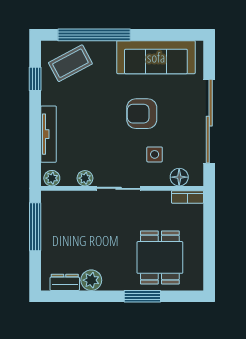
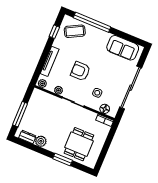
sofa: (156, 57) -> (123, 48), width x0.73
armchair: (142, 114) -> (80, 71), moved
window: (35, 227) -> (20, 114), moved

